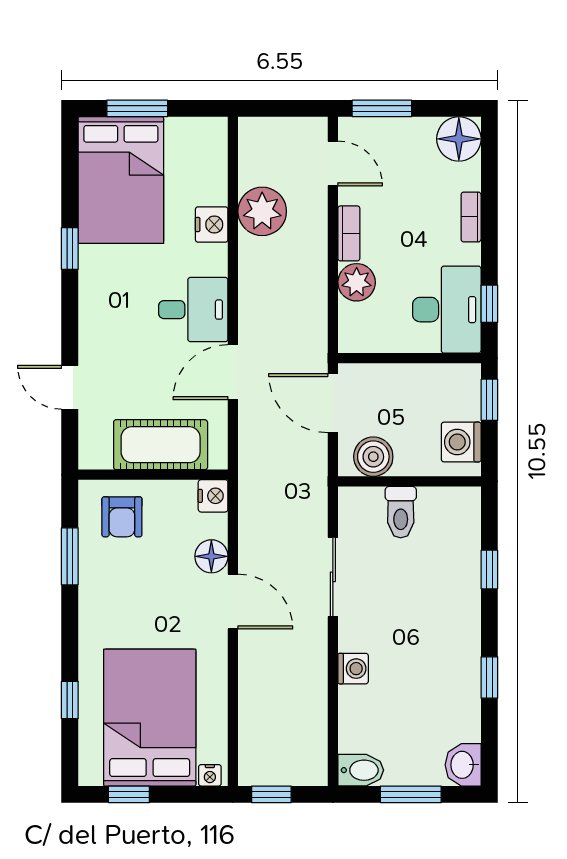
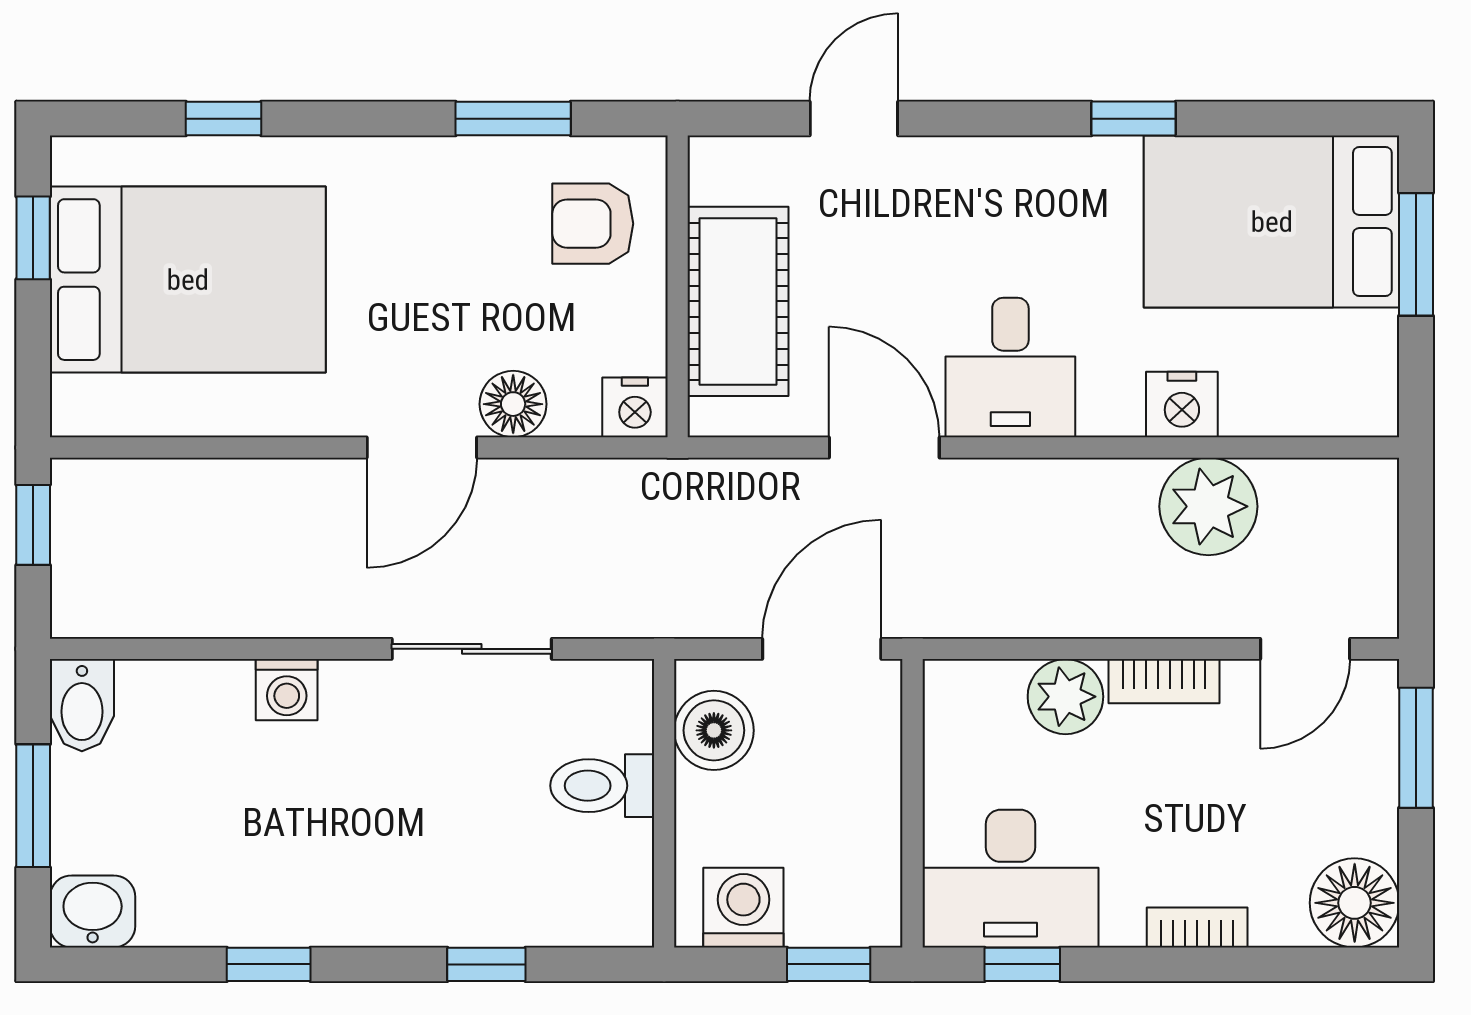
nightstand: (210, 775) -> (72, 401), removed

